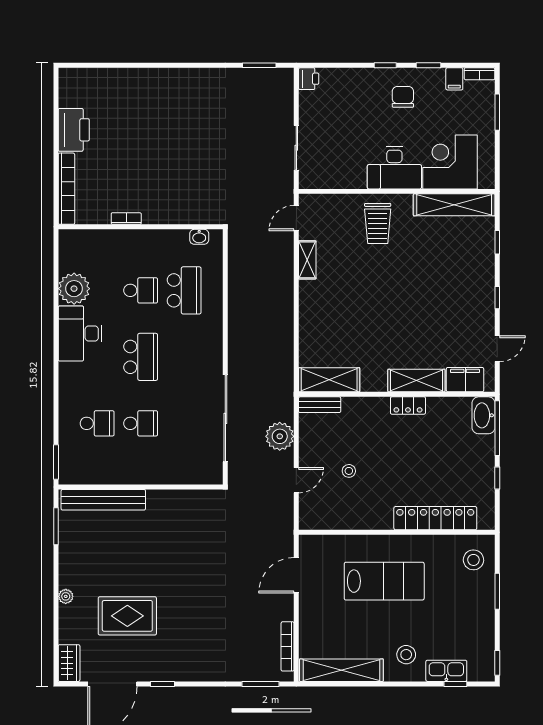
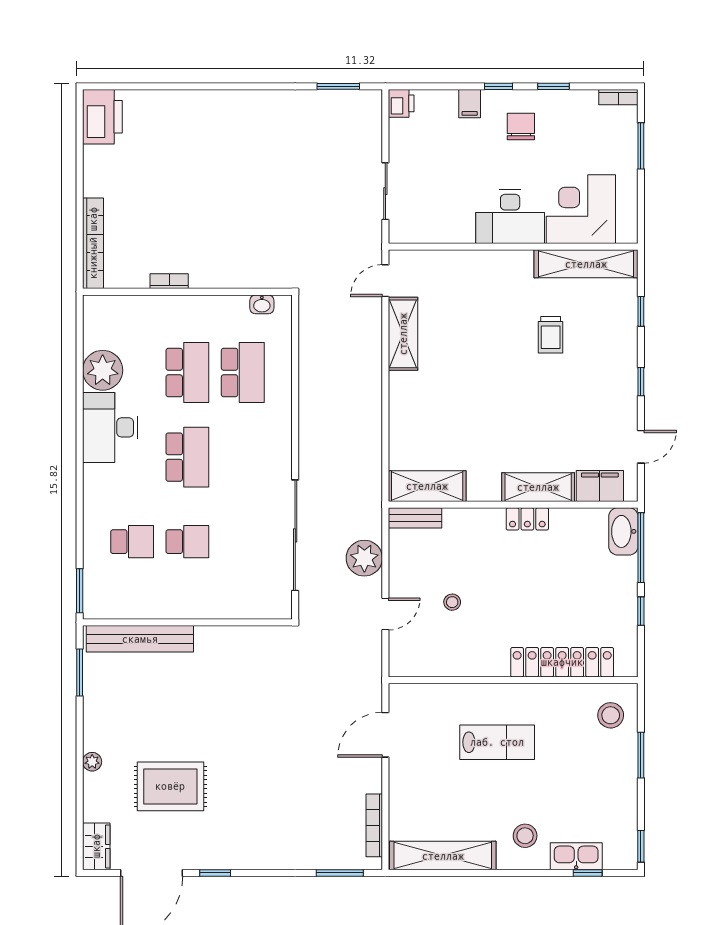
filing cabinet: (454, 79) -> (470, 104), moved
printer: (74, 130) -> (102, 117), moved
trolley: (378, 223) -> (551, 335), moved, width x0.73, depth x0.72
shelving: (307, 260) -> (403, 334), width x1.50, depth x1.33
school desk: (141, 290) -> (187, 373), width x1.85
lab bench: (384, 581) -> (497, 742), width x0.73, depth x0.72

